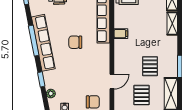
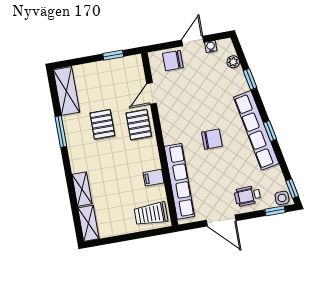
filing cabinet: (121, 34) -> (154, 178), moved
window: (34, 41) -> (270, 131), width x0.46
pallet: (142, 95) -> (139, 125), moved

